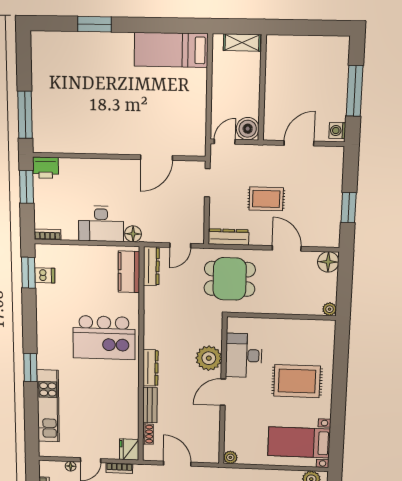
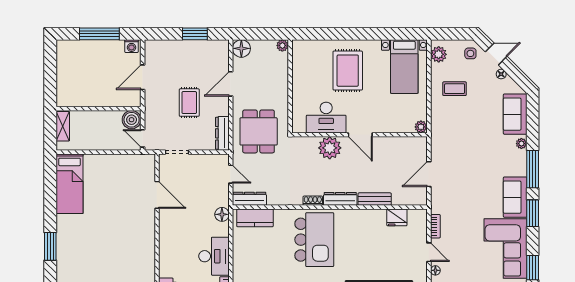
door: (299, 143) -> (143, 77), hinge flipped
desk: (101, 224) -> (214, 256), moved
shoe rack: (148, 434) -> (313, 201), moved
fridge: (129, 449) -> (397, 217), moved

